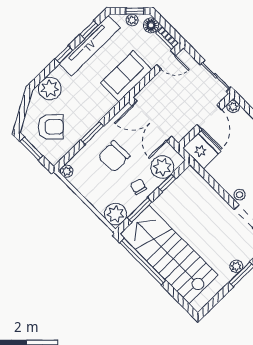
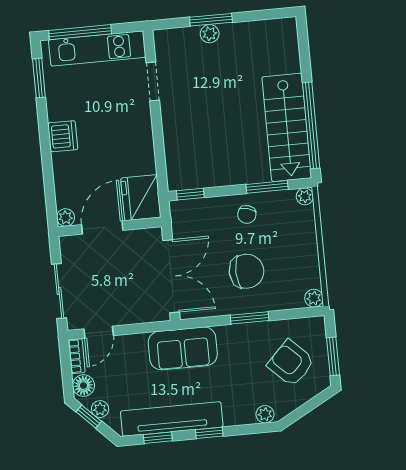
door: (166, 60) -> (99, 332), swing flipped
sofa: (126, 76) -> (183, 348), moved
sliding door: (216, 76) -> (59, 291), moved
plant: (50, 89) -> (265, 414), width x0.53, depth x0.53
plant: (162, 167) -> (202, 214), removed
window: (167, 183) -> (190, 194), moved
stool: (240, 195) -> (140, 112), removed
plant: (115, 214) -> (305, 196), width x0.53, depth x0.53
stairs: (169, 254) -> (287, 127), width x0.73, depth x0.66

